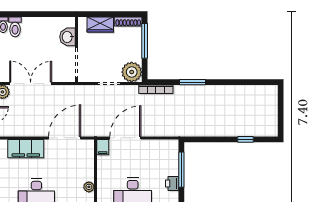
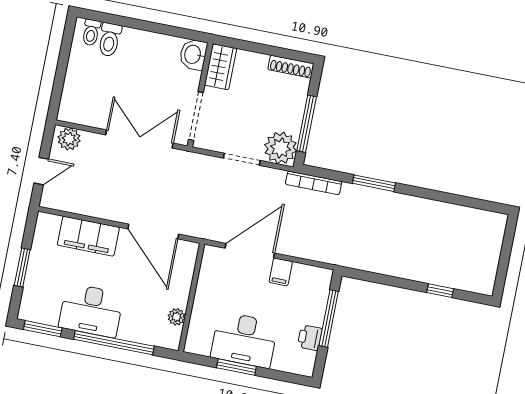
wardrobe: (100, 24) -> (220, 67), moved, turned -90
washbasin: (68, 37) -> (193, 54), moved
window: (145, 41) -> (307, 124), moved
double door: (31, 84) -> (139, 139), moved
door: (65, 138) -> (153, 232), swing flipped
filing cabinet: (103, 147) -> (281, 272), moved

